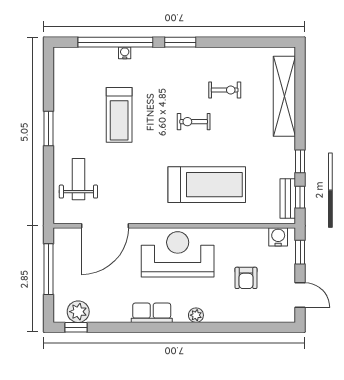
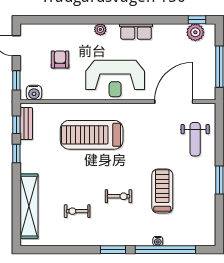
exercise bike: (194, 122) -> (119, 196), moved

